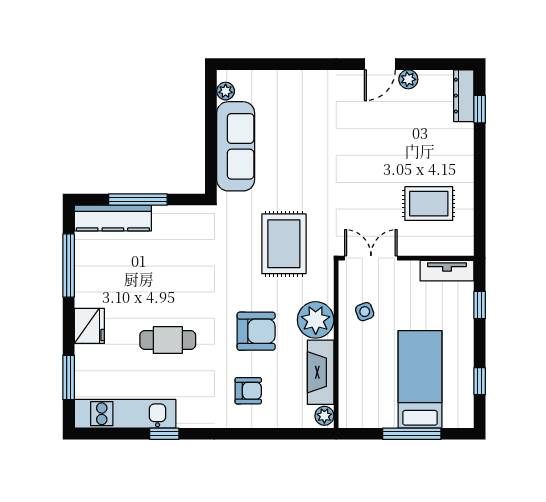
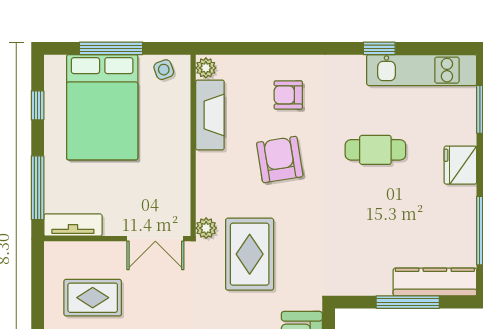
window: (480, 305) -> (38, 188), width x2.17
side table: (365, 312) -> (164, 70), moved
plant: (316, 320) -> (206, 228), moved, width x0.53, depth x0.53
armchair: (256, 331) -> (280, 159), turned 81
bed: (420, 379) -> (102, 107), width x1.50

